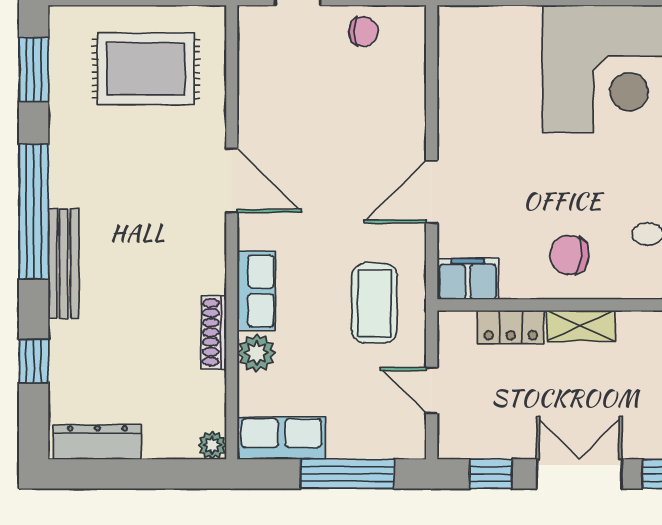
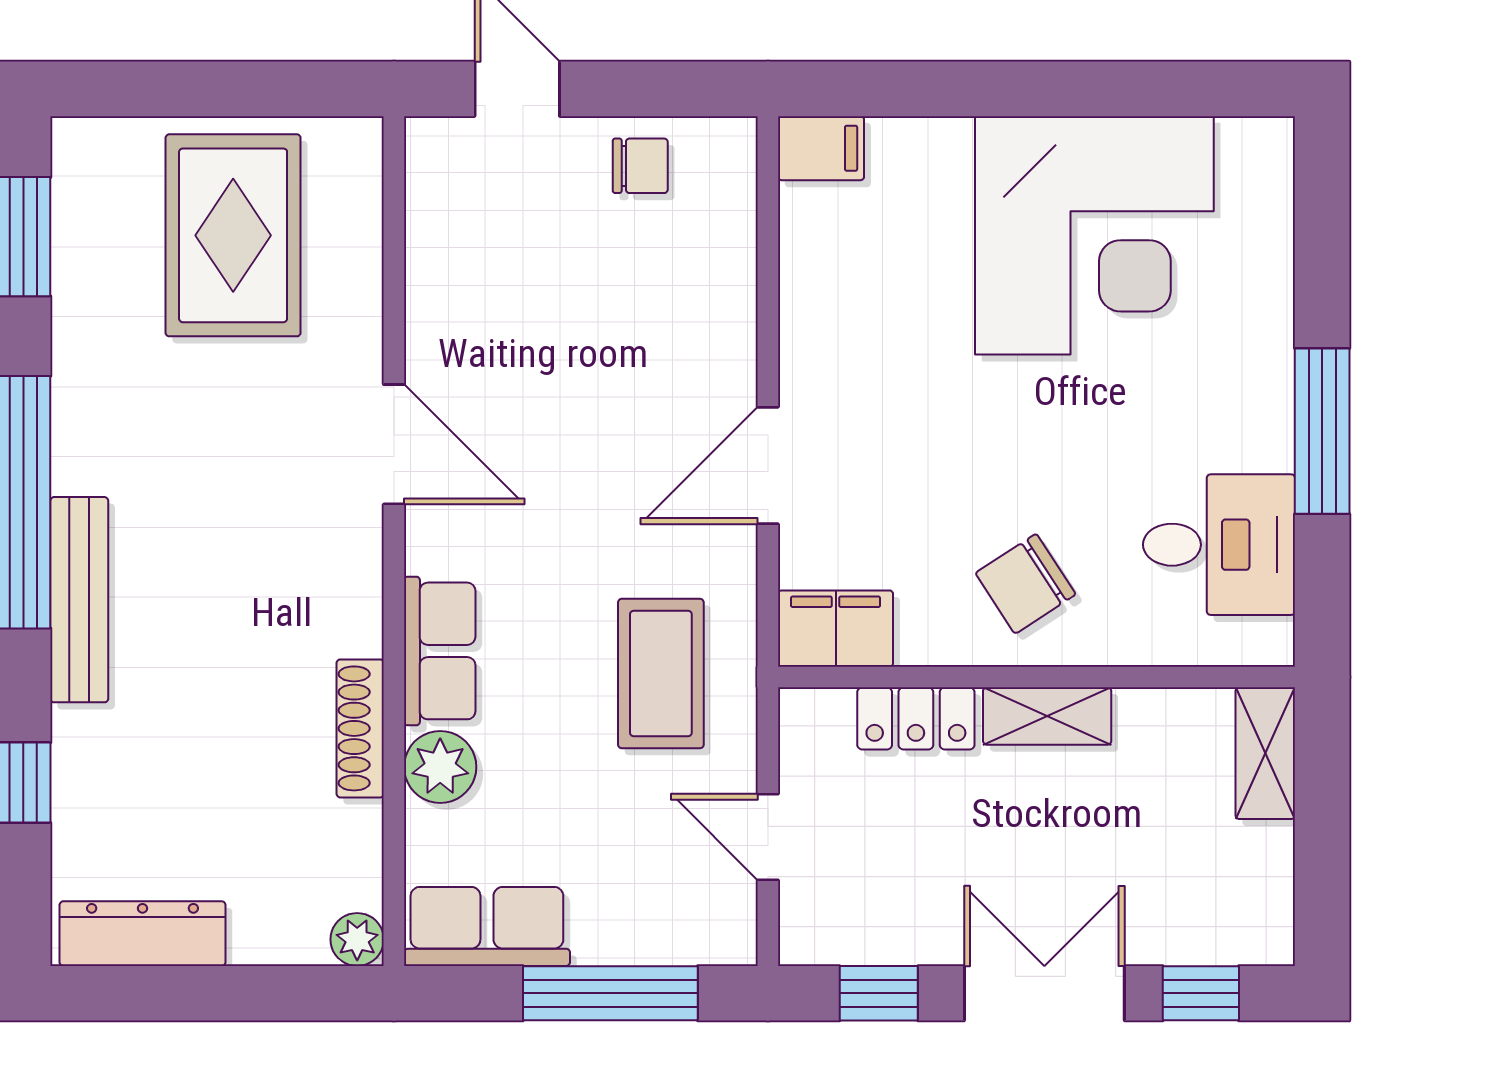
filing cabinet: (460, 22) -> (821, 148), added
rug: (146, 69) -> (233, 235), turned 90
chair: (569, 255) -> (1026, 584), turned -38

